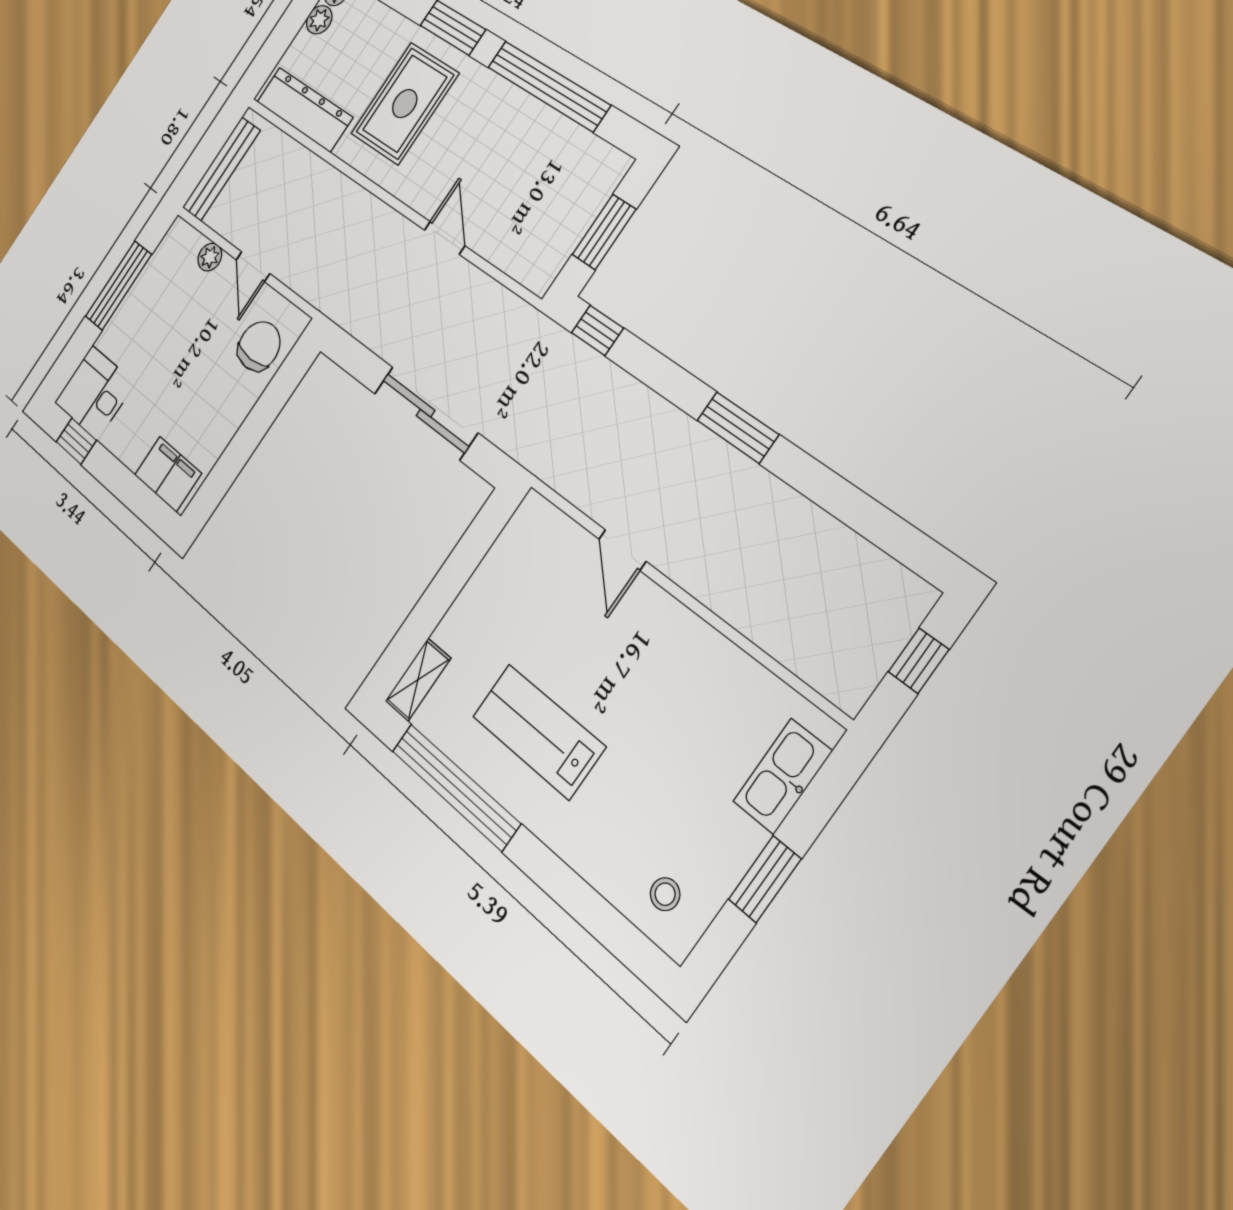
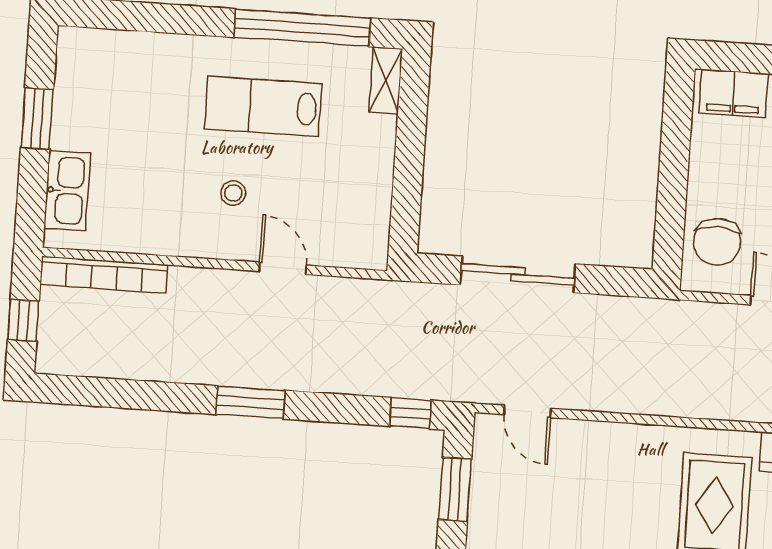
door: (445, 238) -> (527, 411), moved
bookcase: (801, 657) -> (104, 275), added
lab bench: (539, 731) -> (263, 106), turned 180
stool: (665, 894) -> (233, 193), moved

